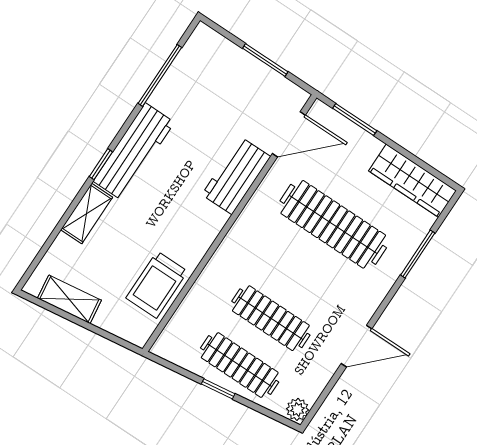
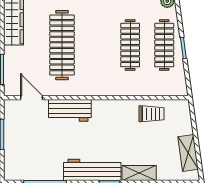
door: (289, 134) -> (31, 98), width x0.73
trolley: (157, 285) -> (151, 114), width x0.73, depth x0.72

